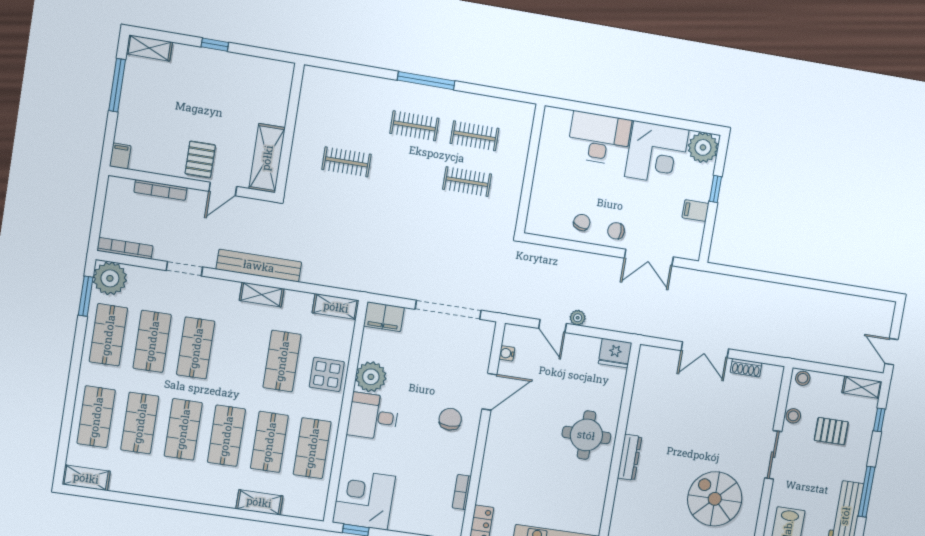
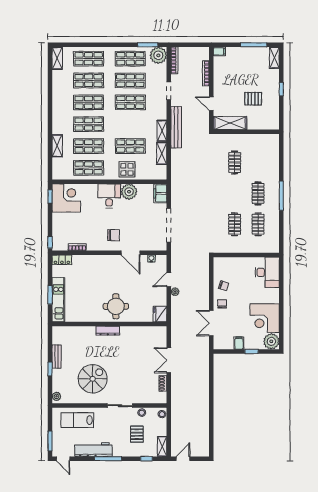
desk: (599, 138) -> (267, 272), moved
pallet: (200, 159) -> (253, 99), moved
shelving: (336, 307) -> (162, 153), moved

